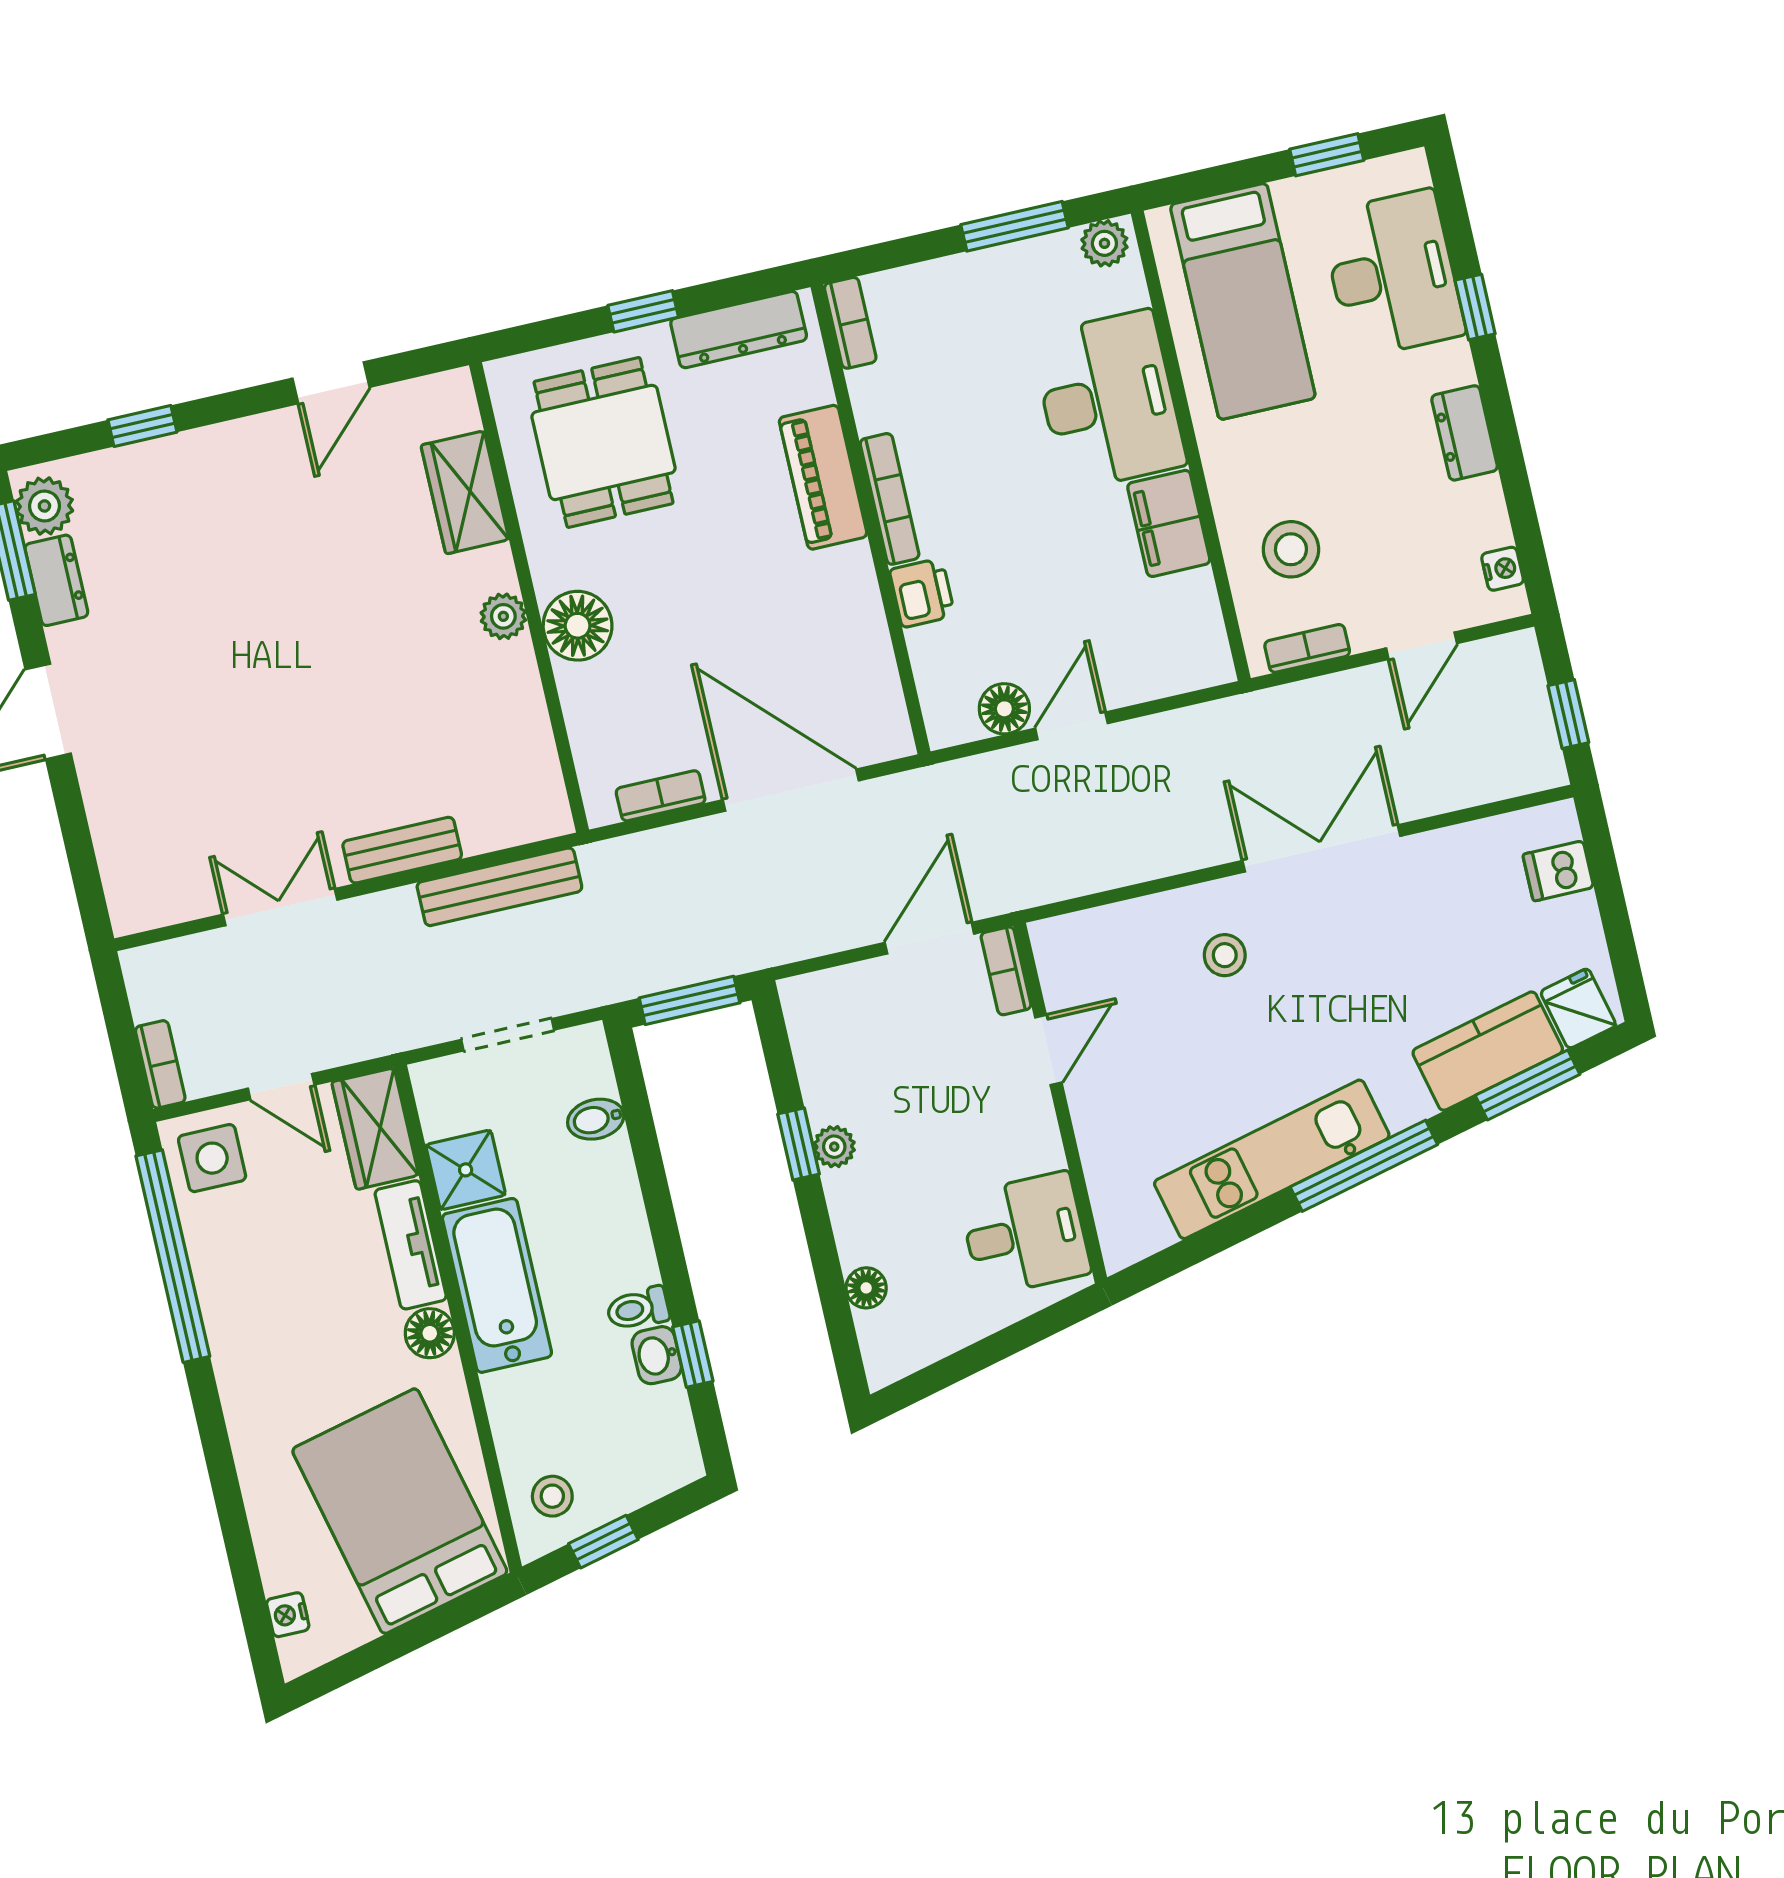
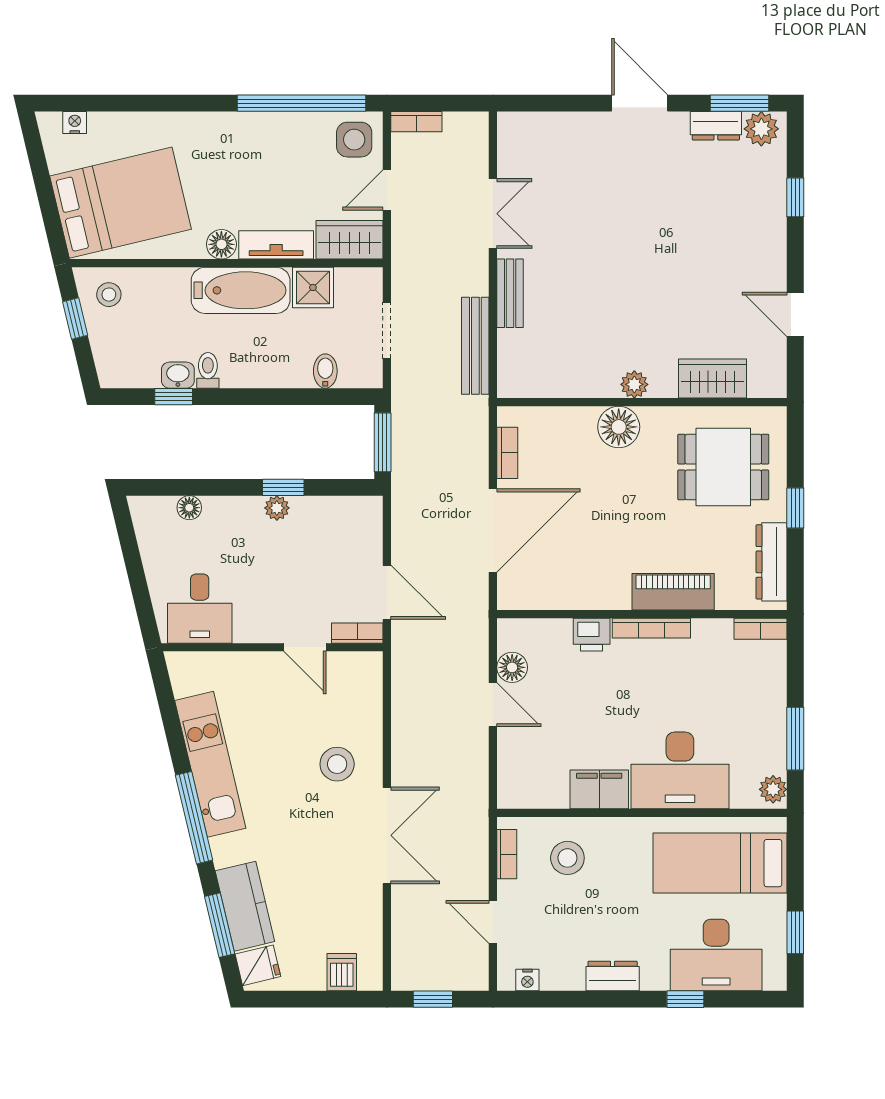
stool: (1225, 955) -> (337, 764), width x1.37, depth x1.37

